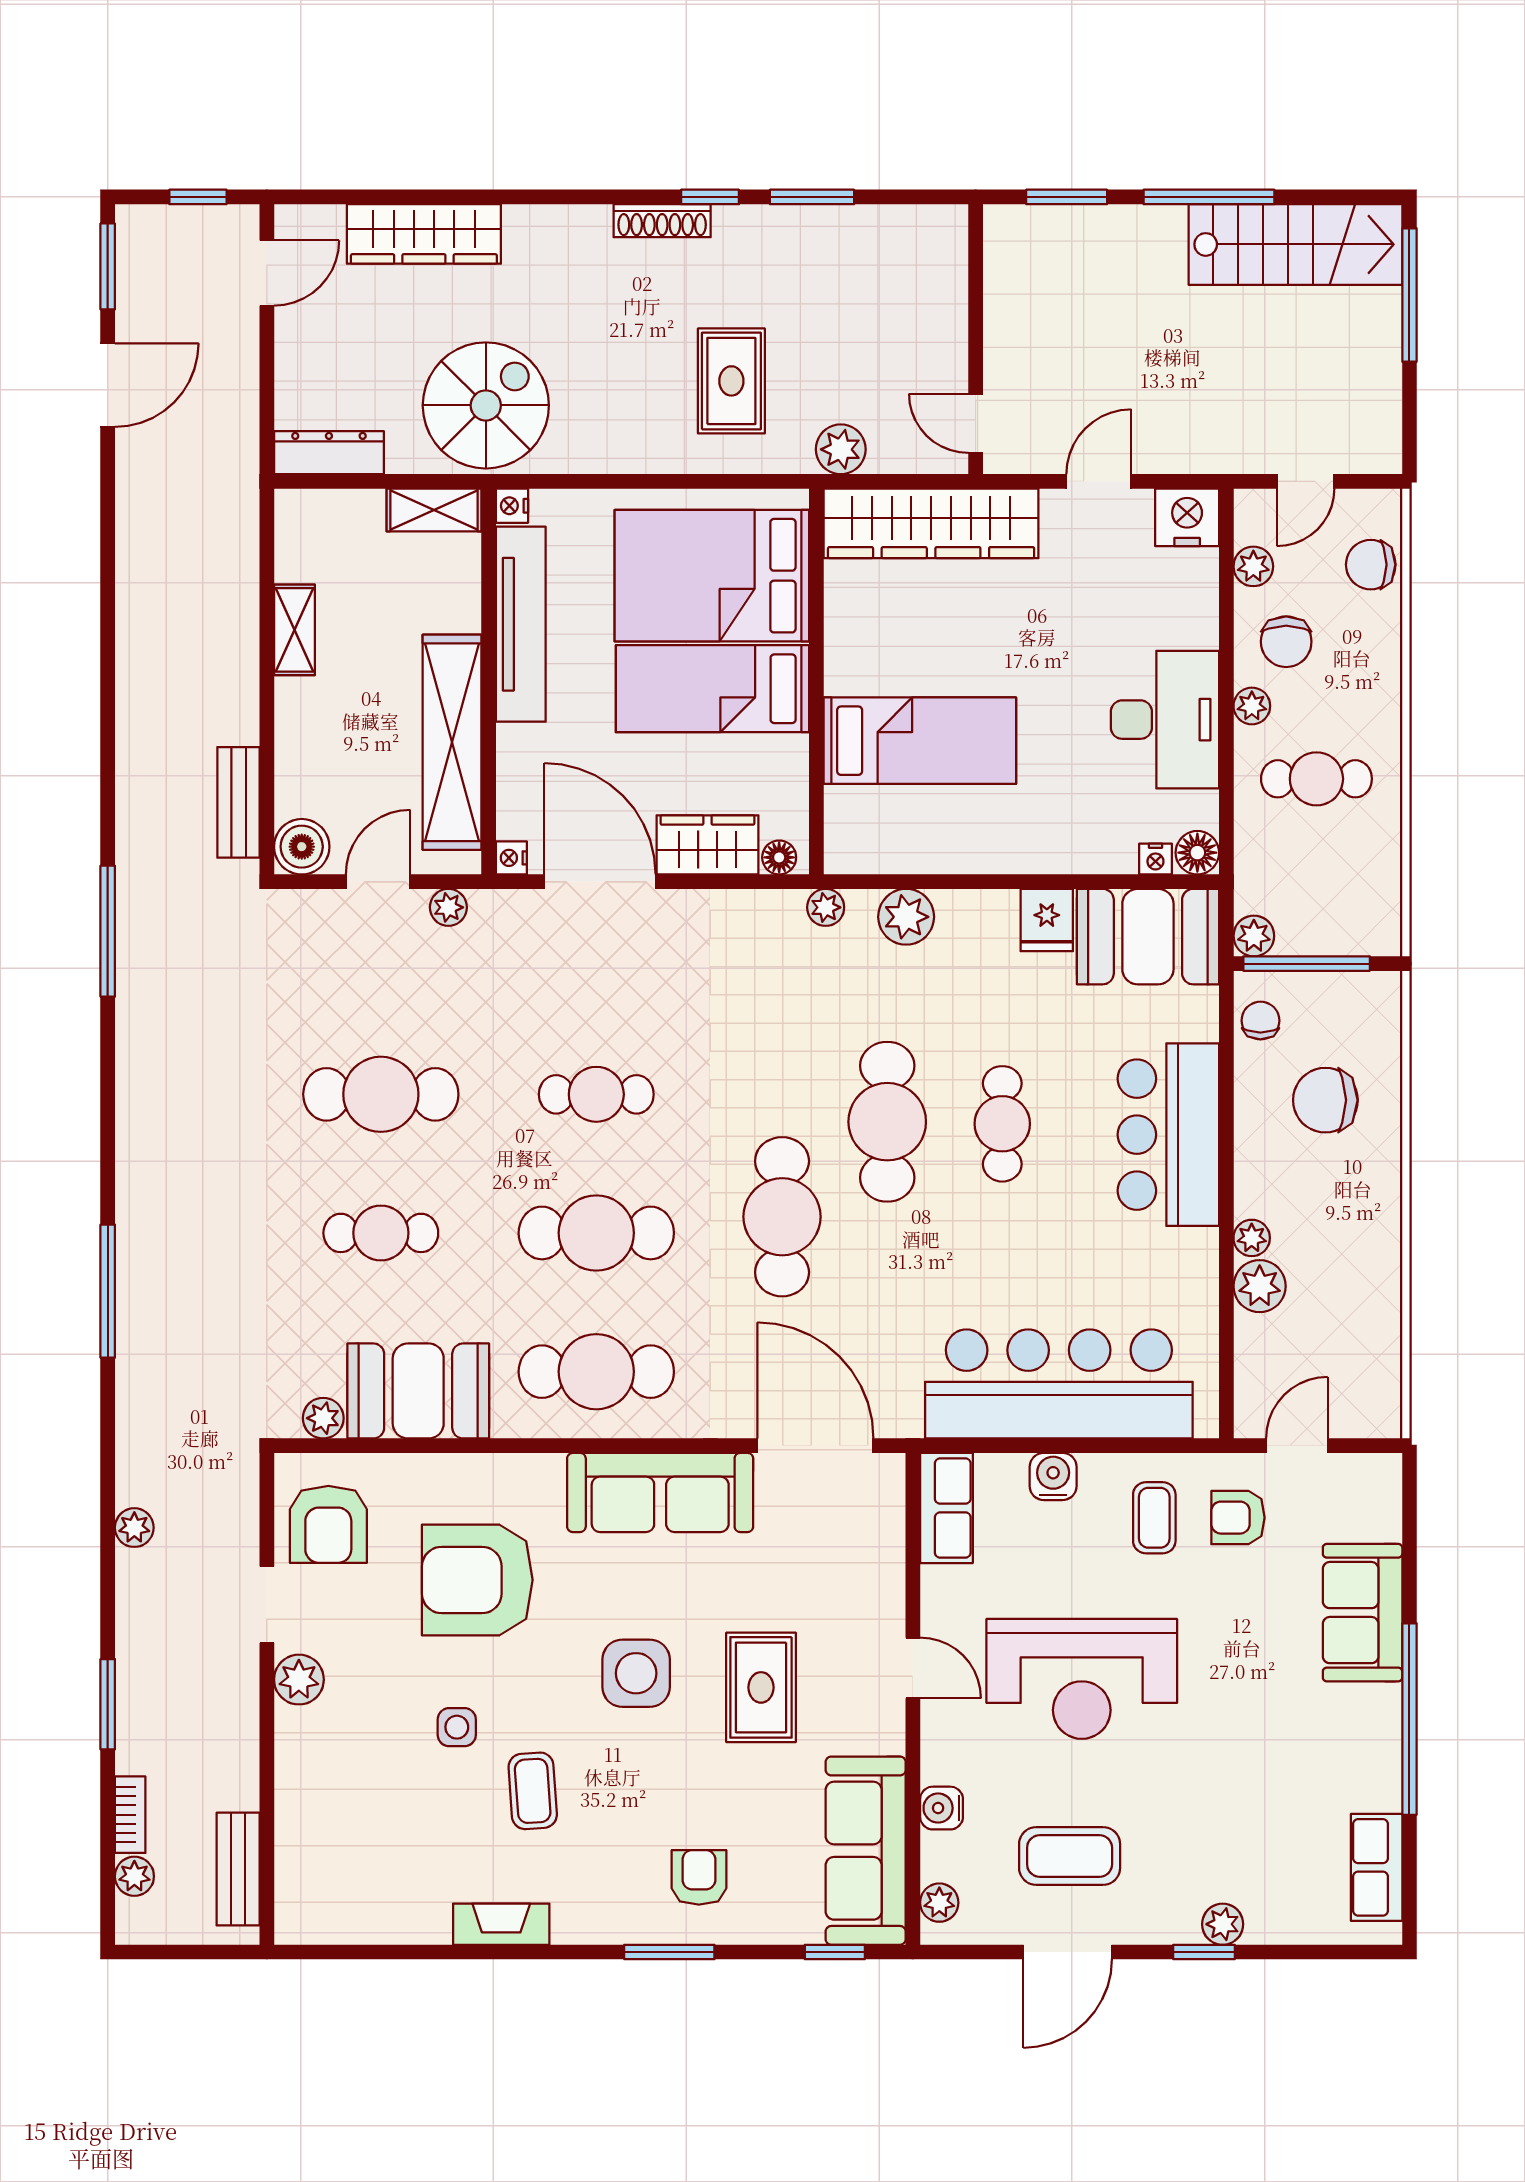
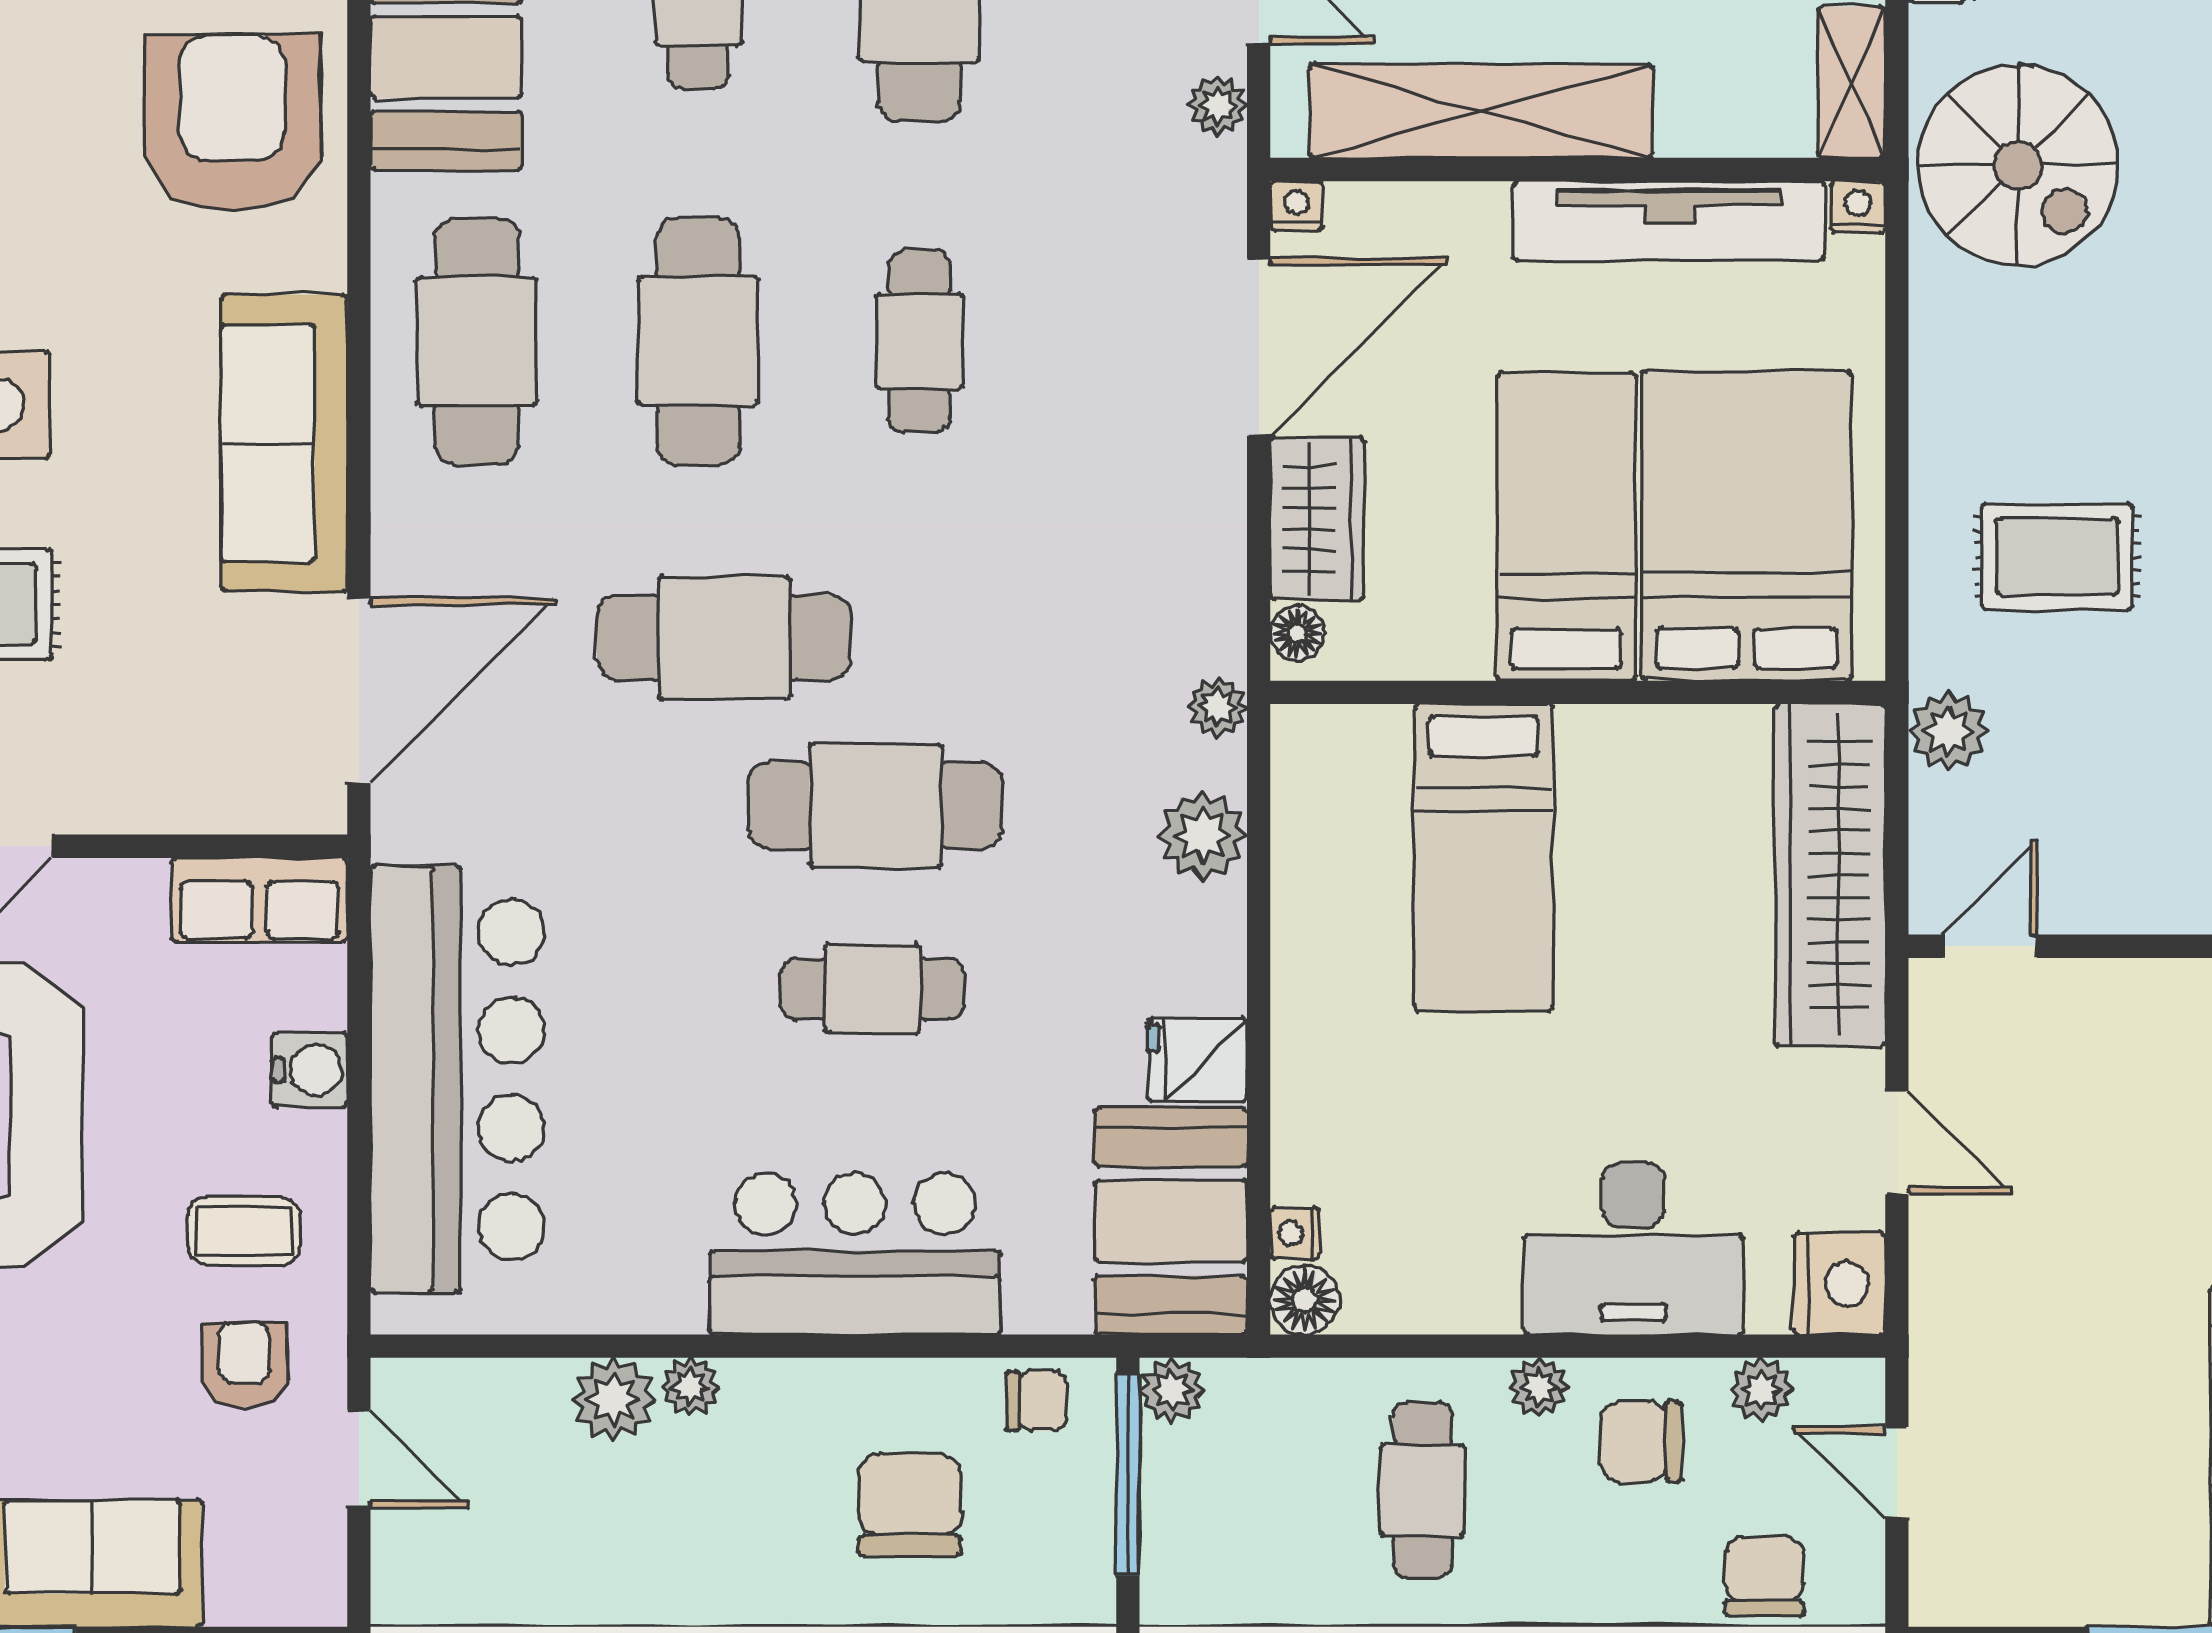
desk: (1165, 720) -> (1633, 1248), moved
armchair: (477, 1580) -> (232, 122), moved

